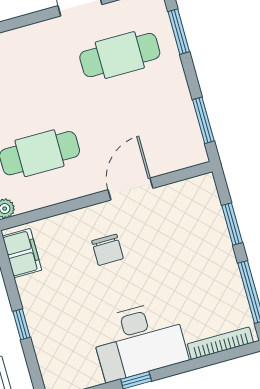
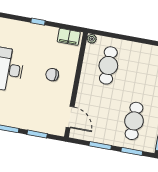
window: (203, 120) -> (100, 146), moved
door: (131, 189) -> (70, 117), moved

